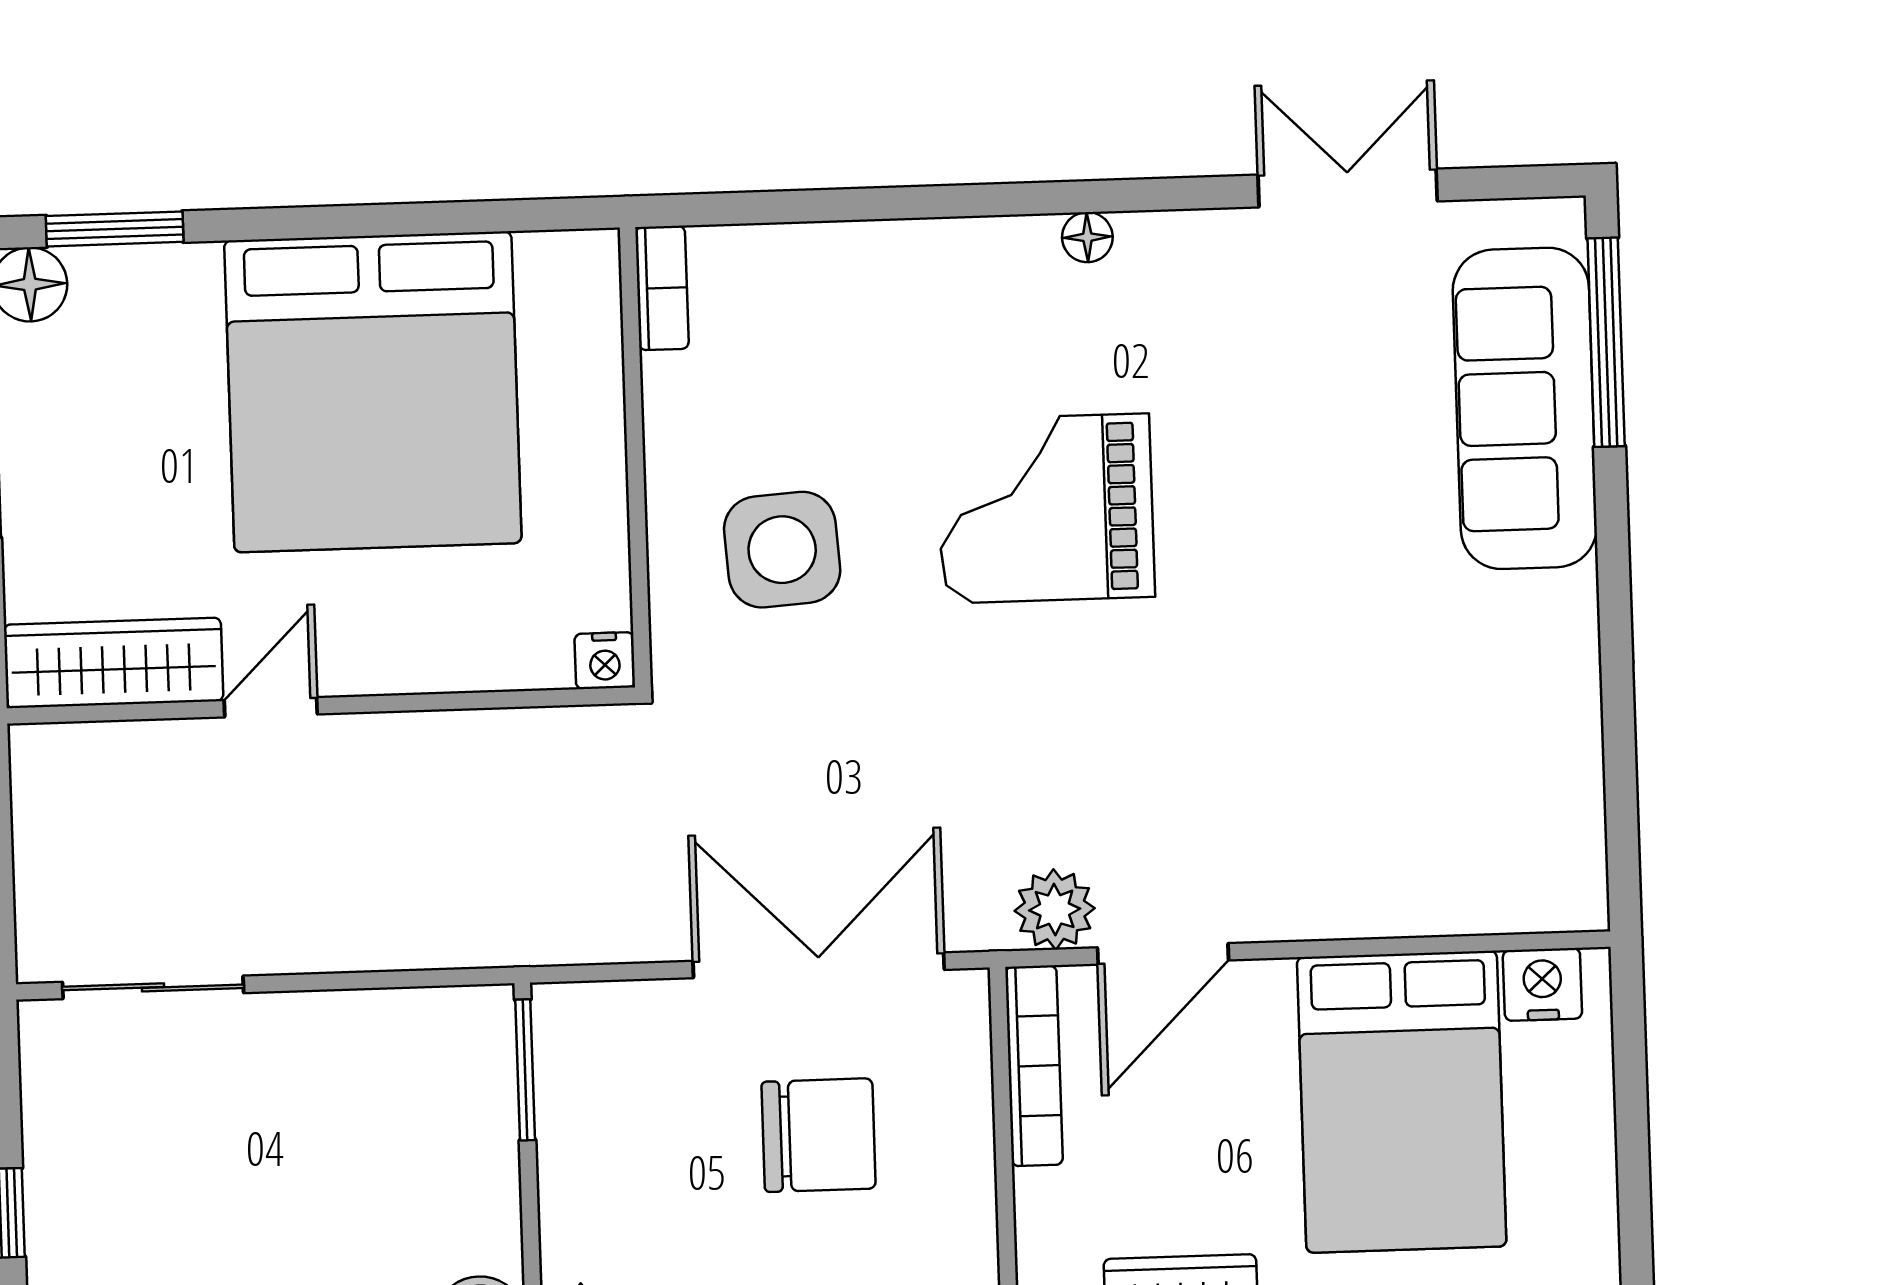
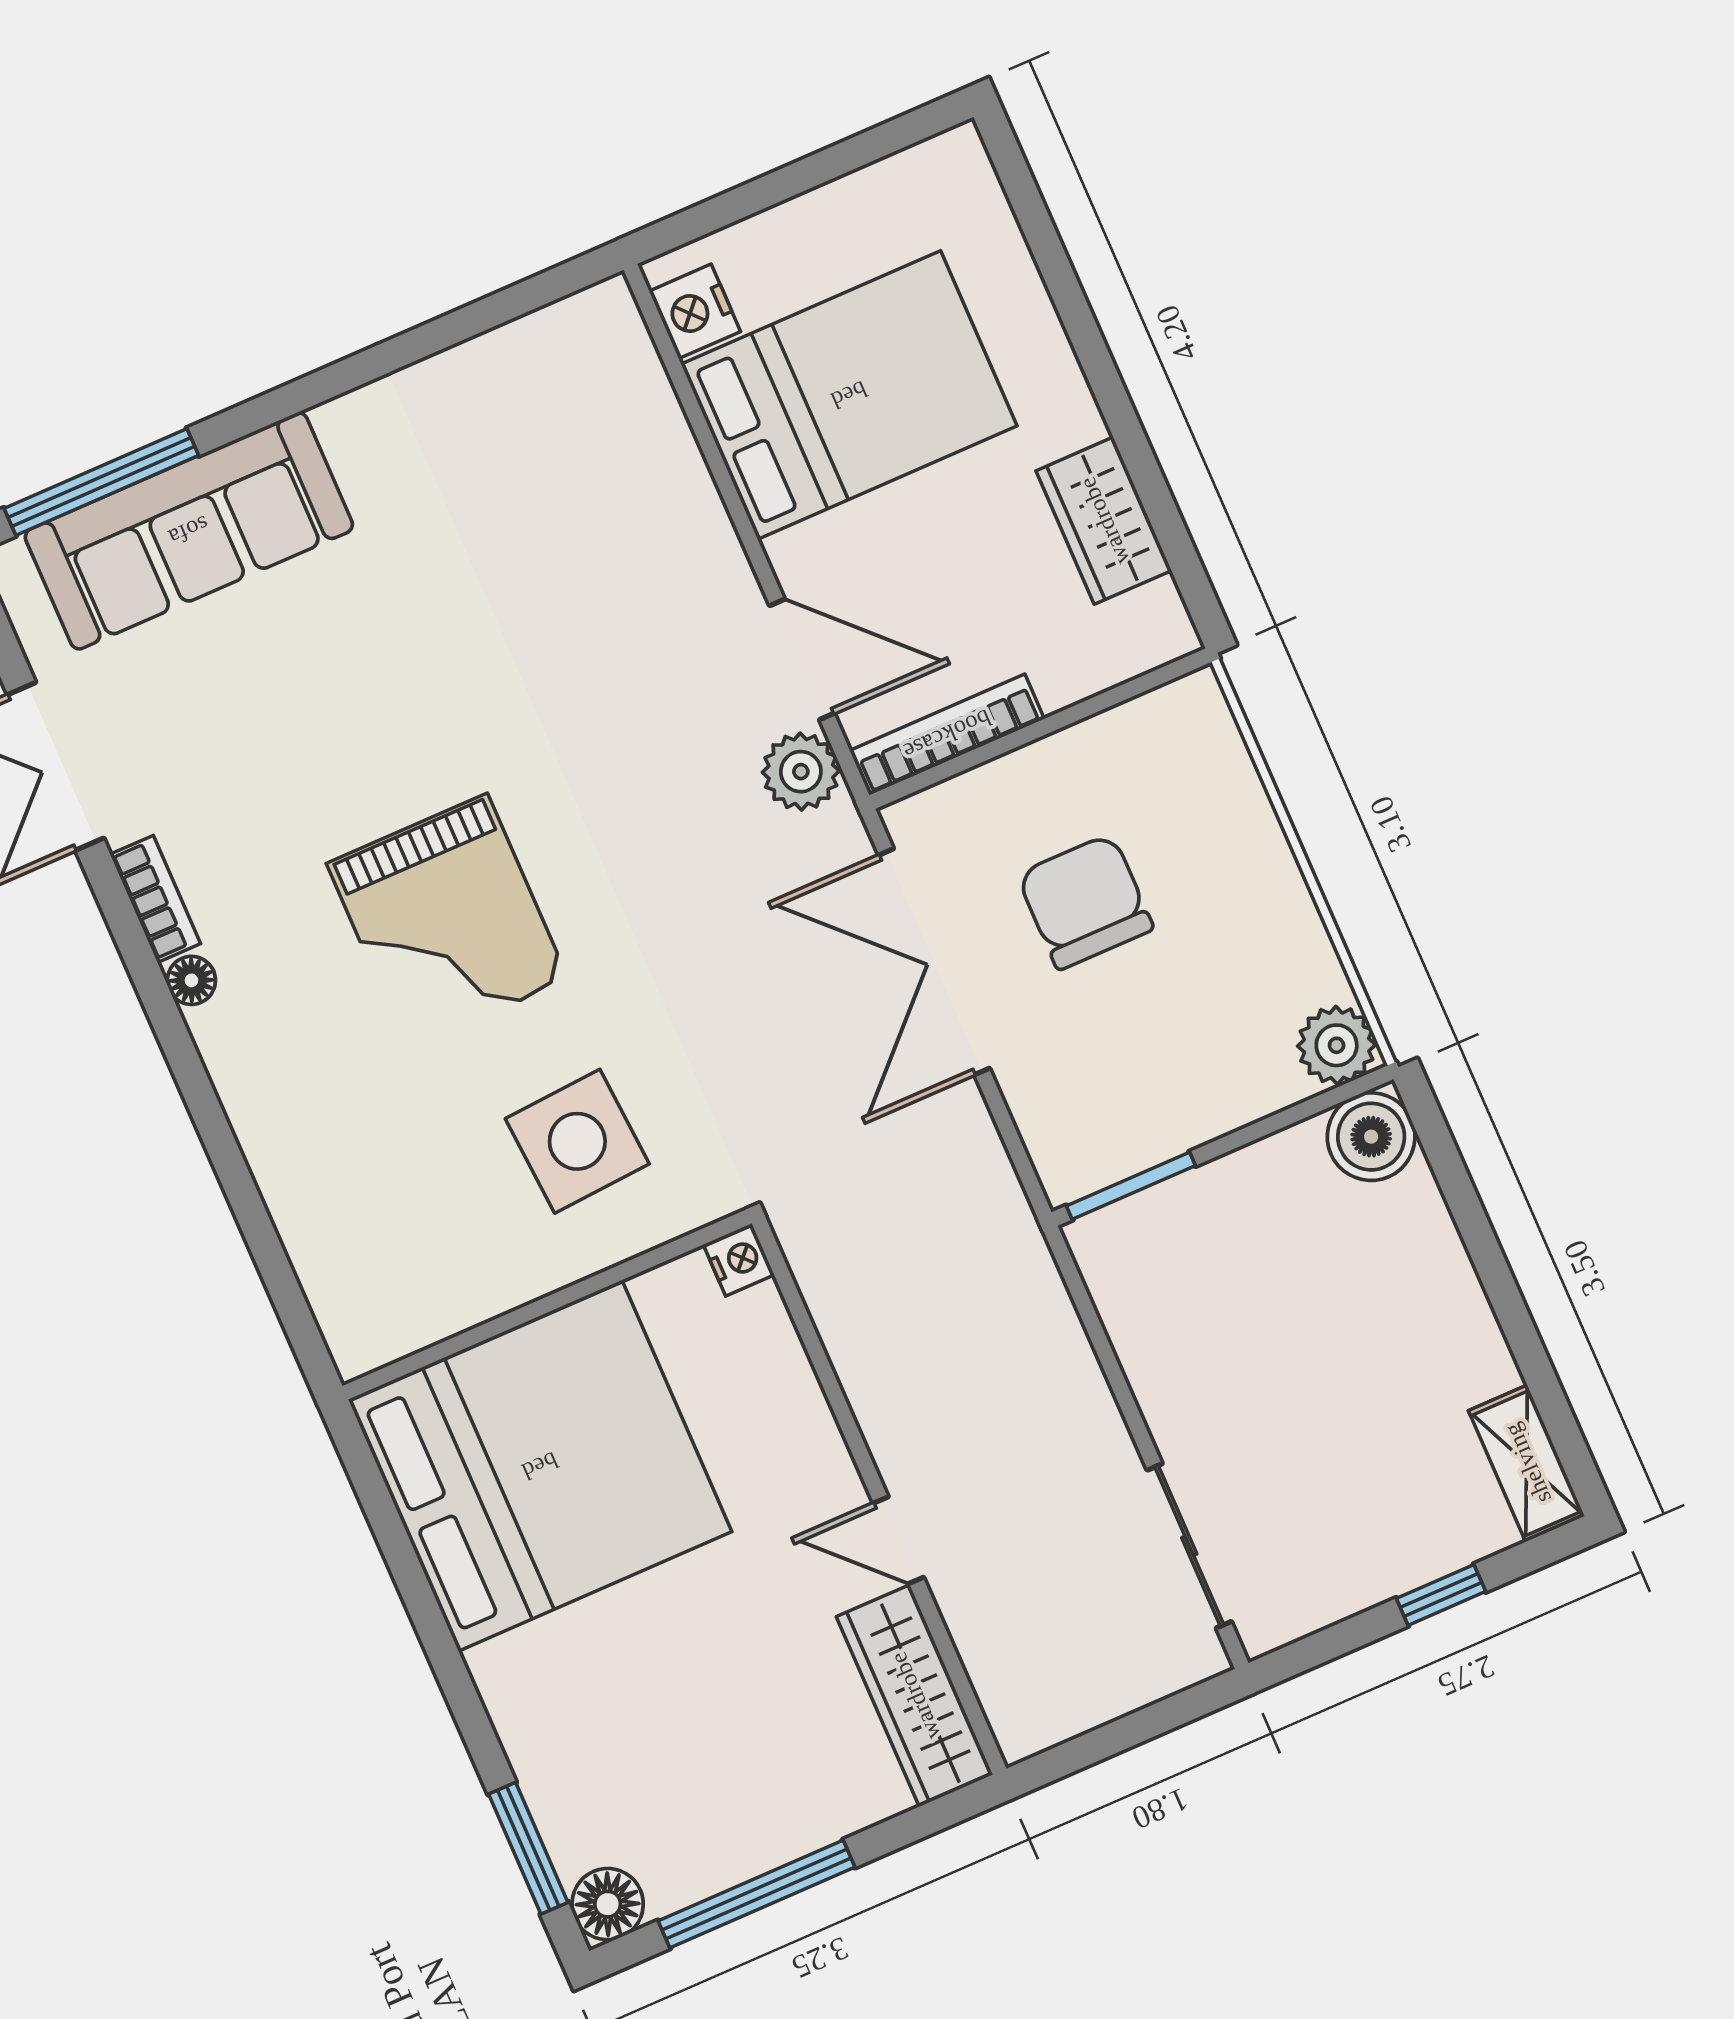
bookcase: (662, 288) -> (155, 899), moved, turned 90
bed: (373, 392) -> (540, 1466), moved

